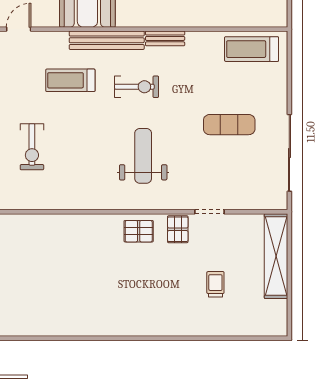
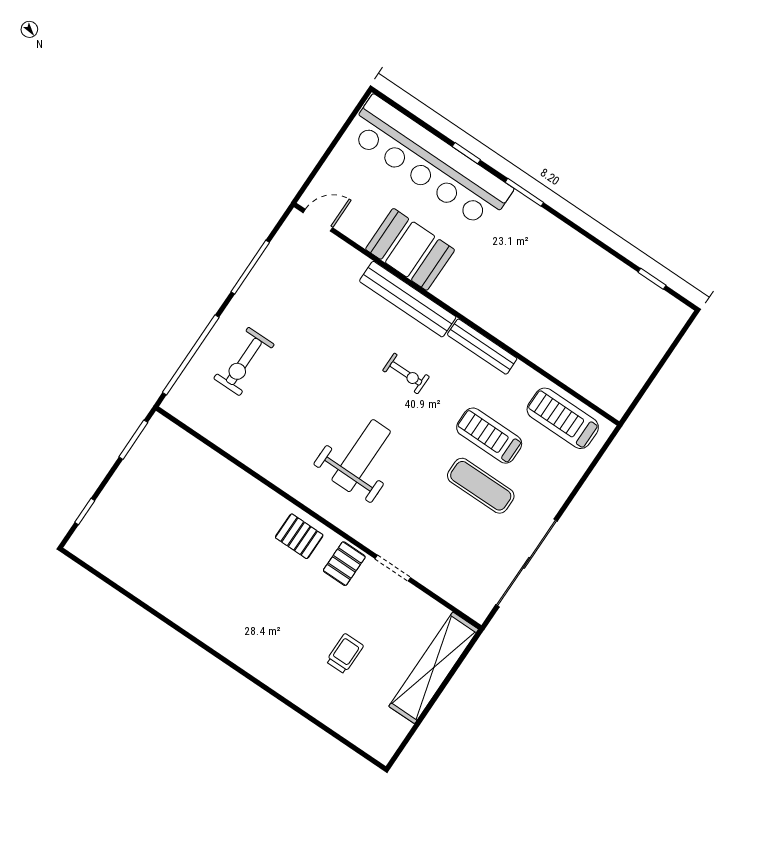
bench: (165, 38) -> (482, 347), width x1.36
treadmill: (70, 80) -> (489, 436), moved
exercise bike: (137, 87) -> (406, 374), width x0.73, depth x0.72

